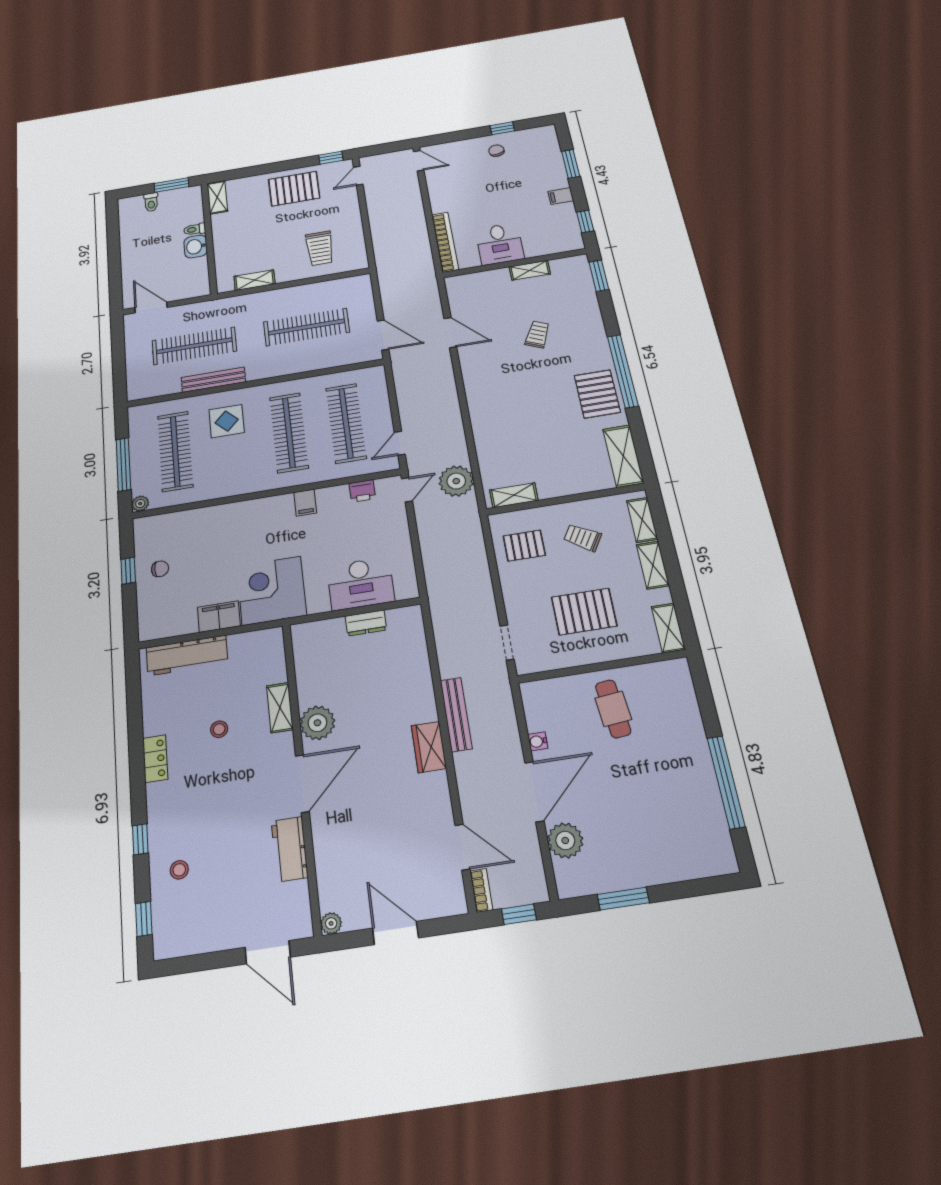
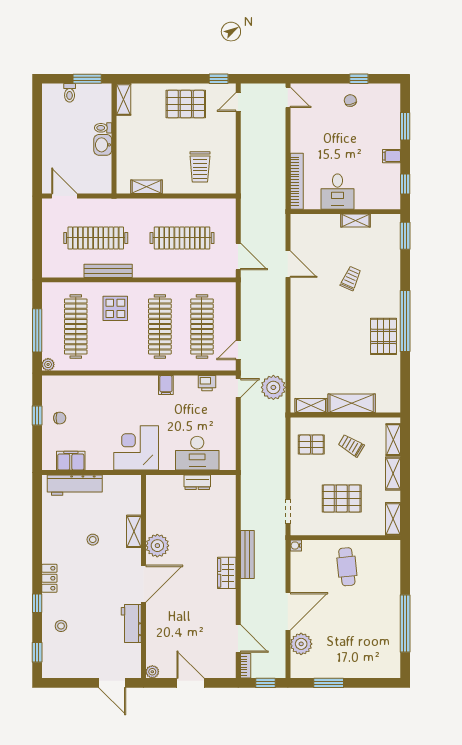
shelving: (623, 456) -> (352, 403), moved, turned 90
filing cabinet: (219, 617) -> (71, 461), moved
water cooler: (538, 741) -> (296, 546), moved
locker: (155, 759) -> (49, 578), moved

